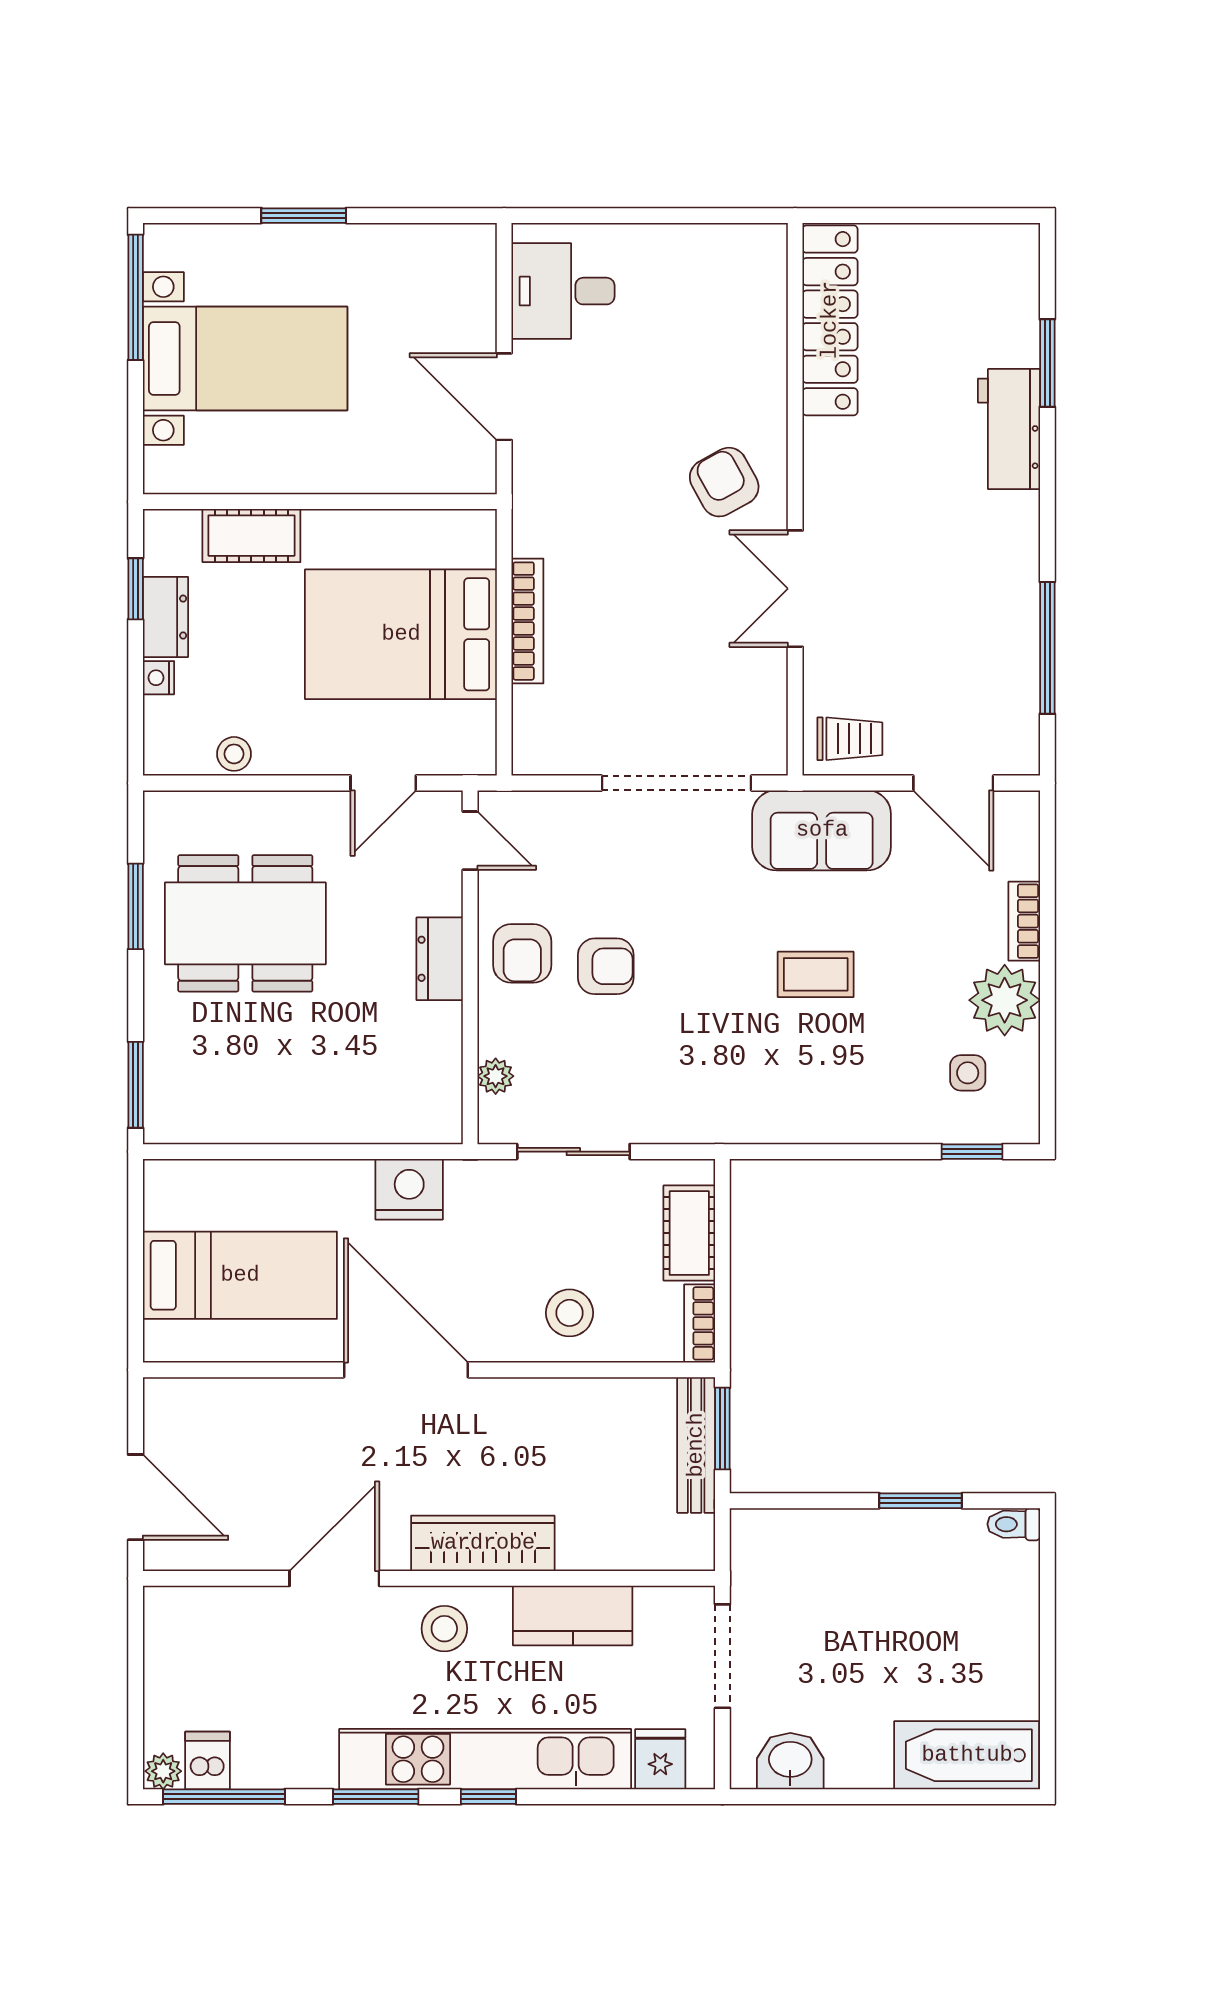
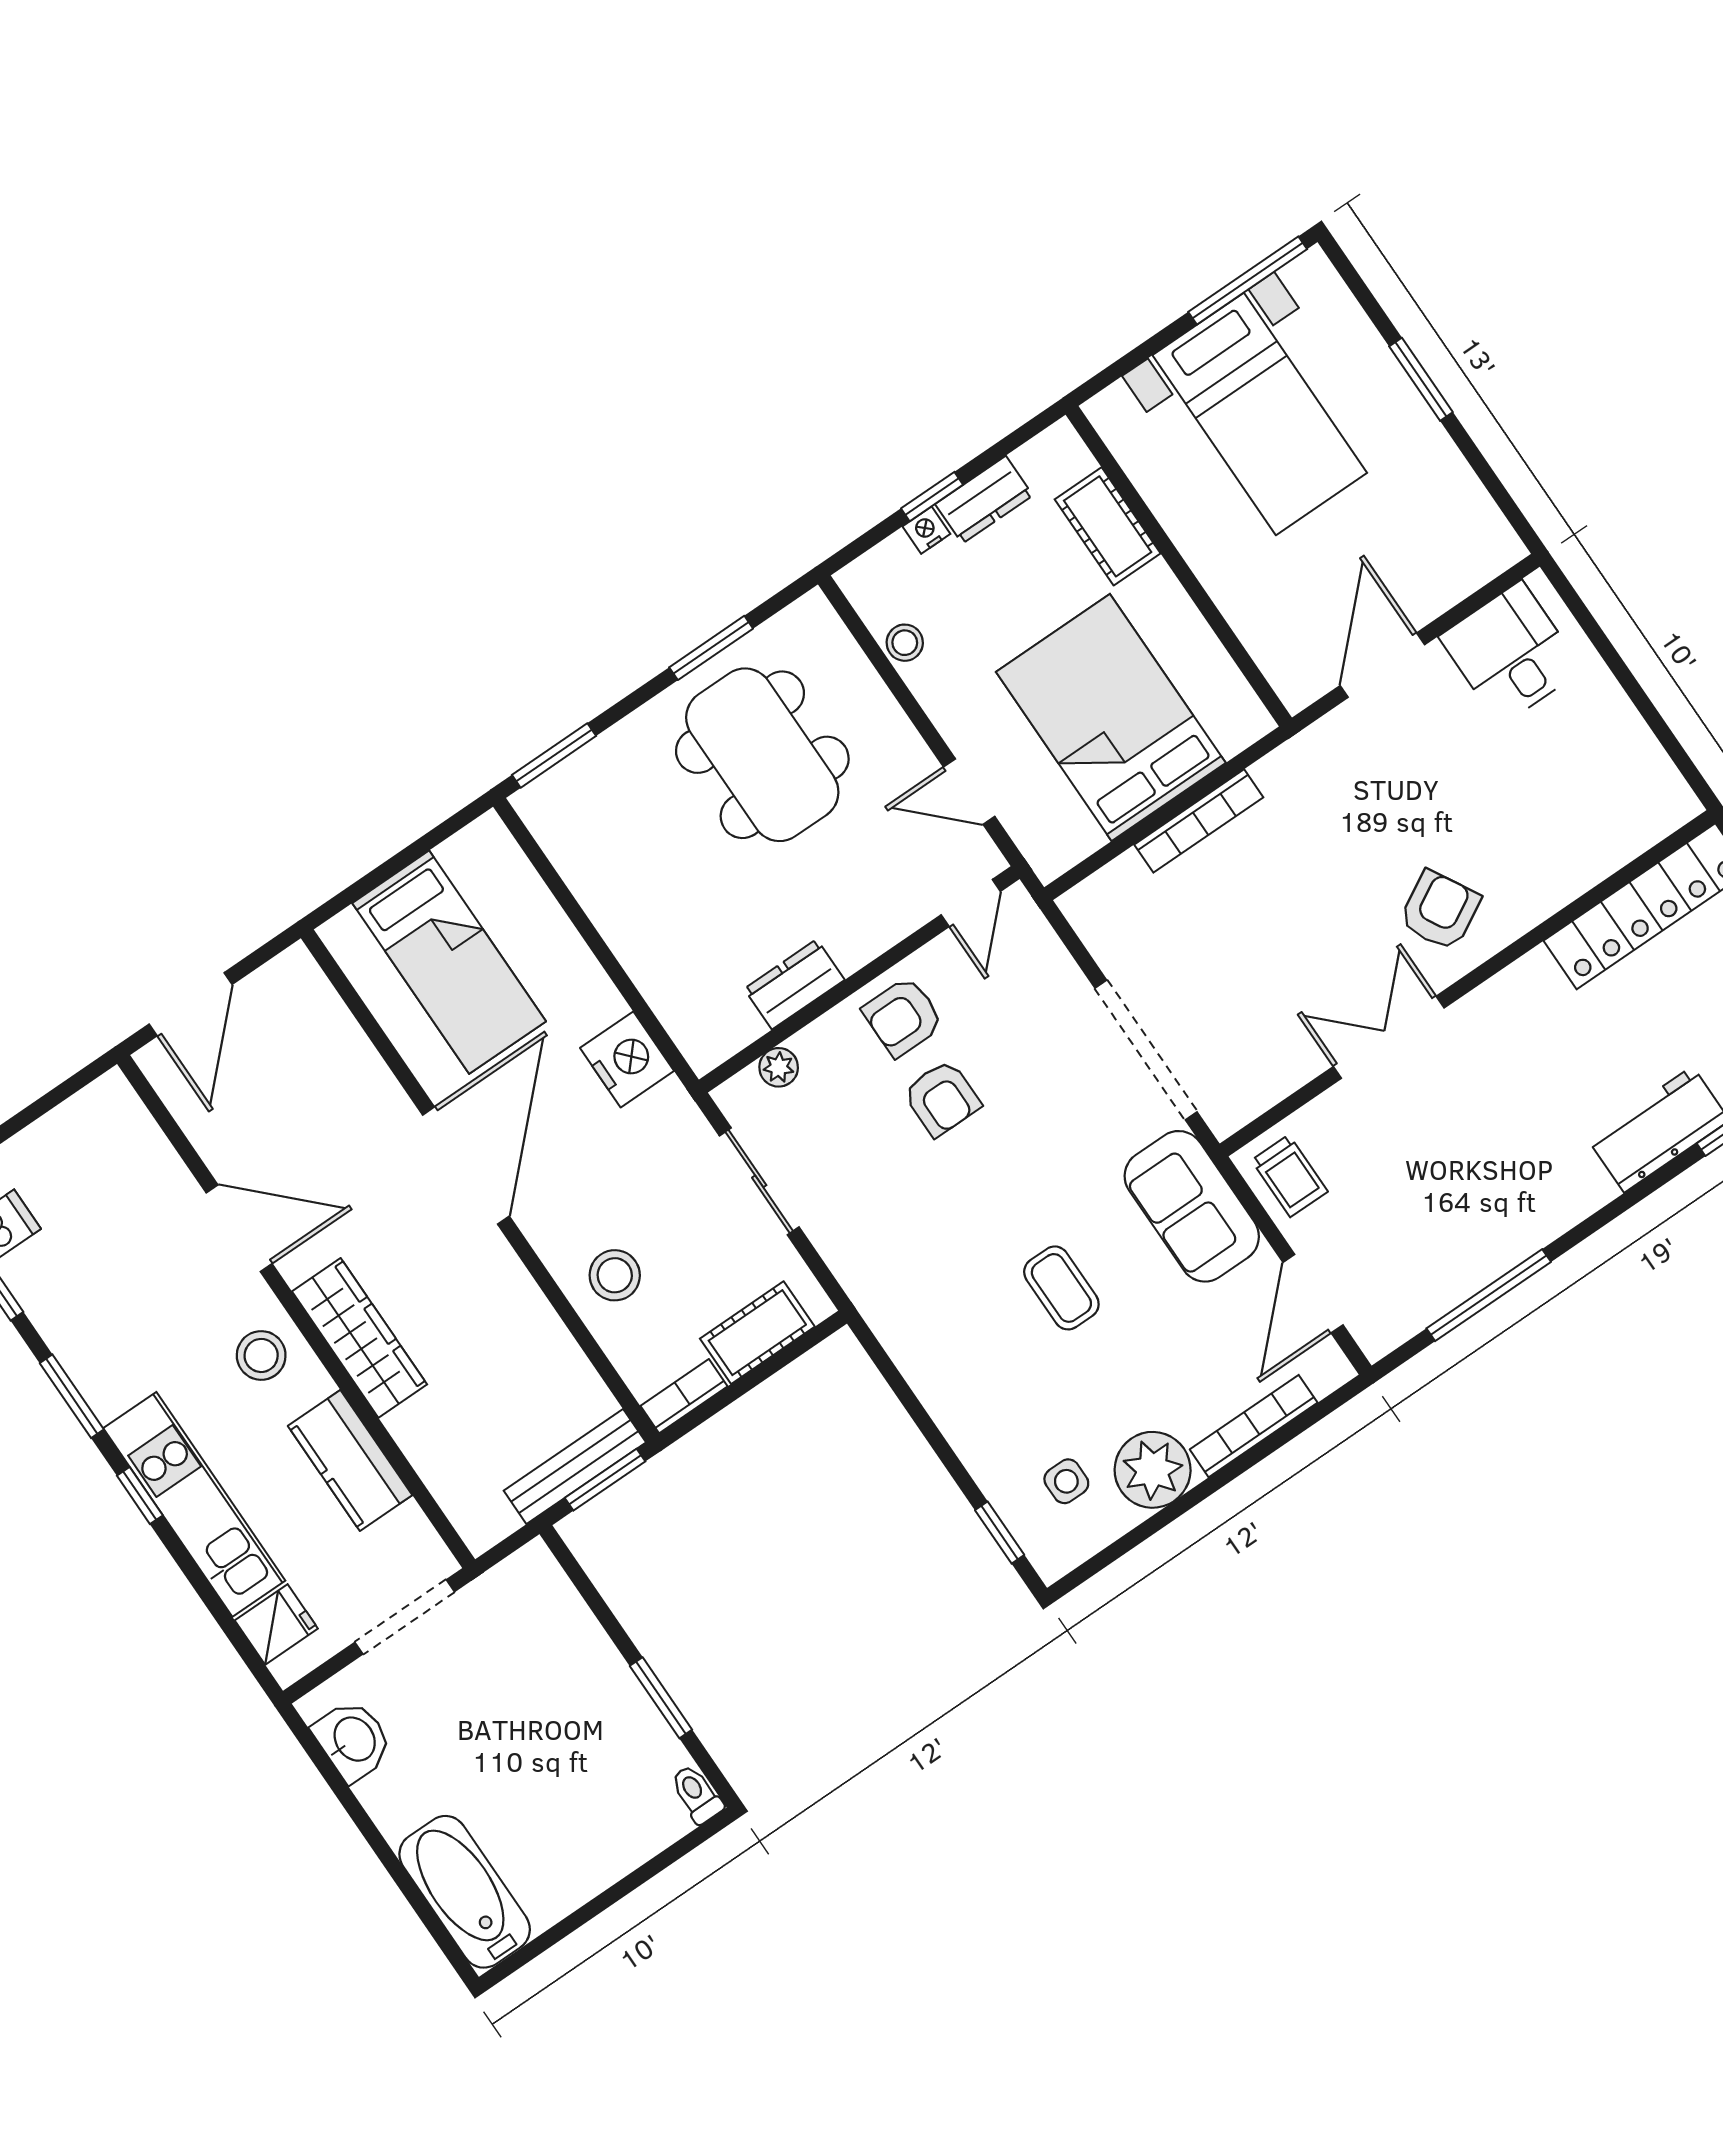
window: (136, 589) -> (932, 497), moved
bookcase: (1024, 921) -> (1254, 1426), width x1.56
dresser: (440, 959) -> (794, 984), moved
kitchen unit: (485, 1759) -> (194, 1504), width x0.73

